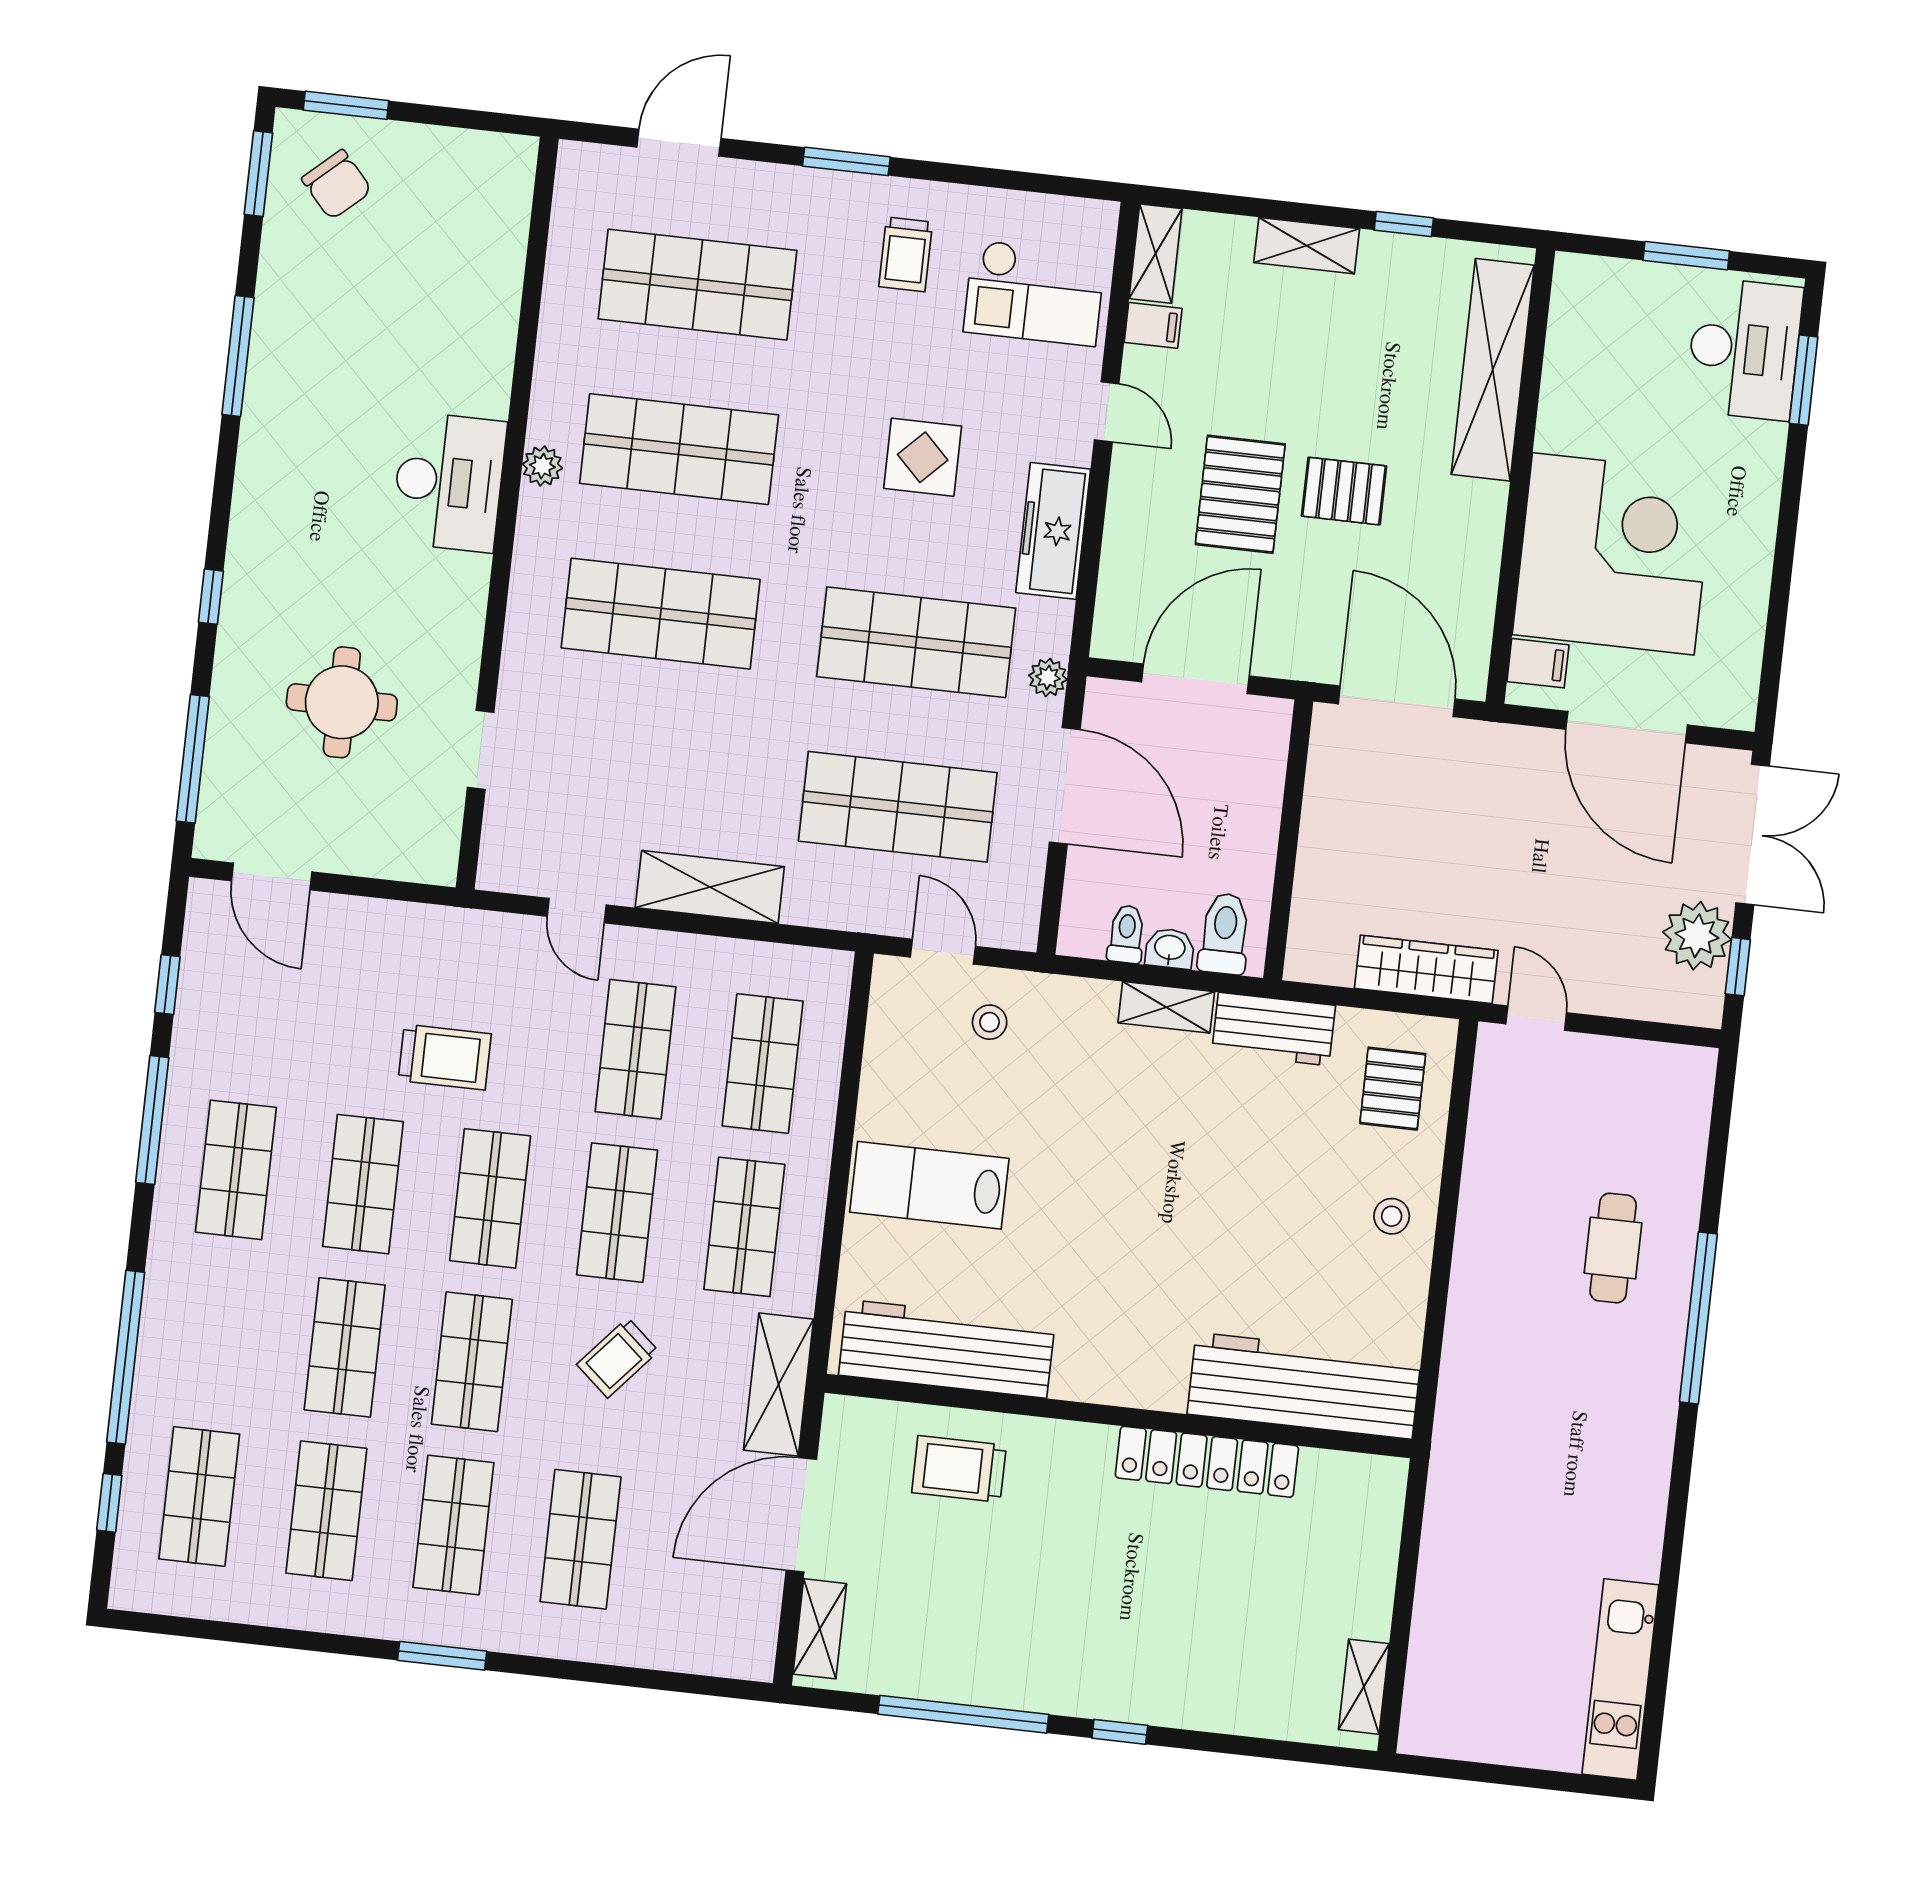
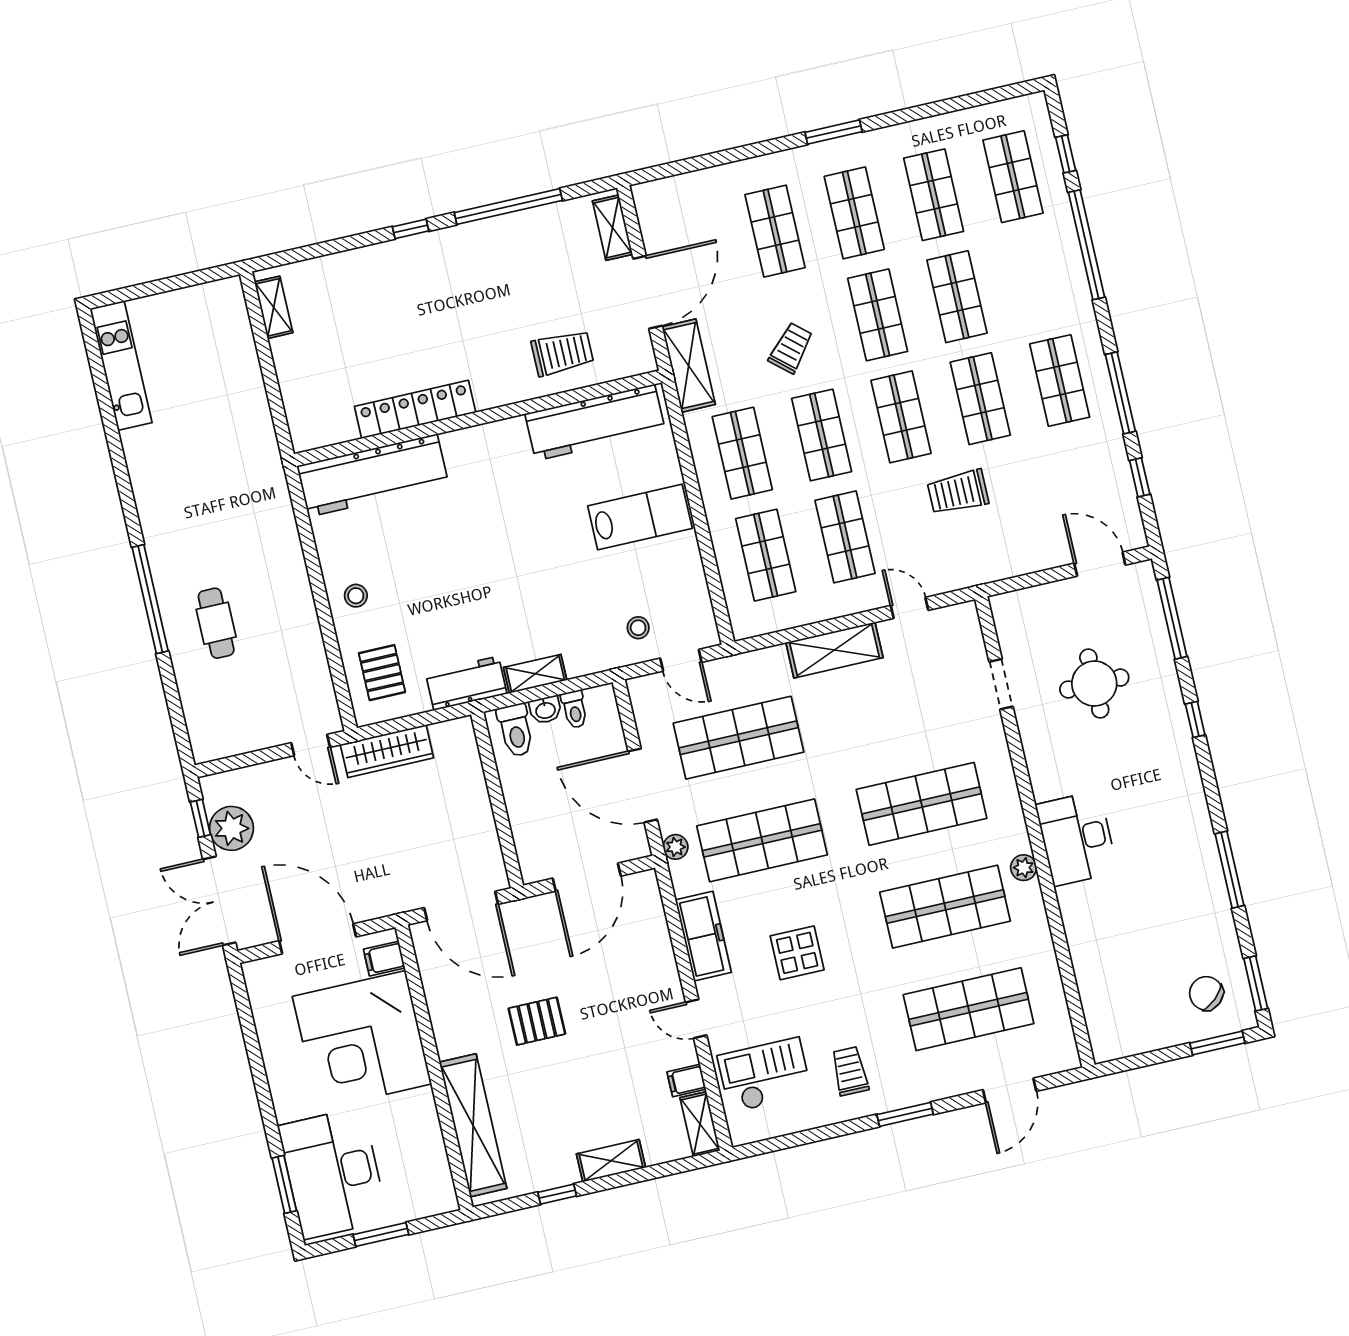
desk: (1744, 349) -> (333, 1173), width x1.36, depth x1.30
pallet: (1240, 494) -> (599, 997), removed

